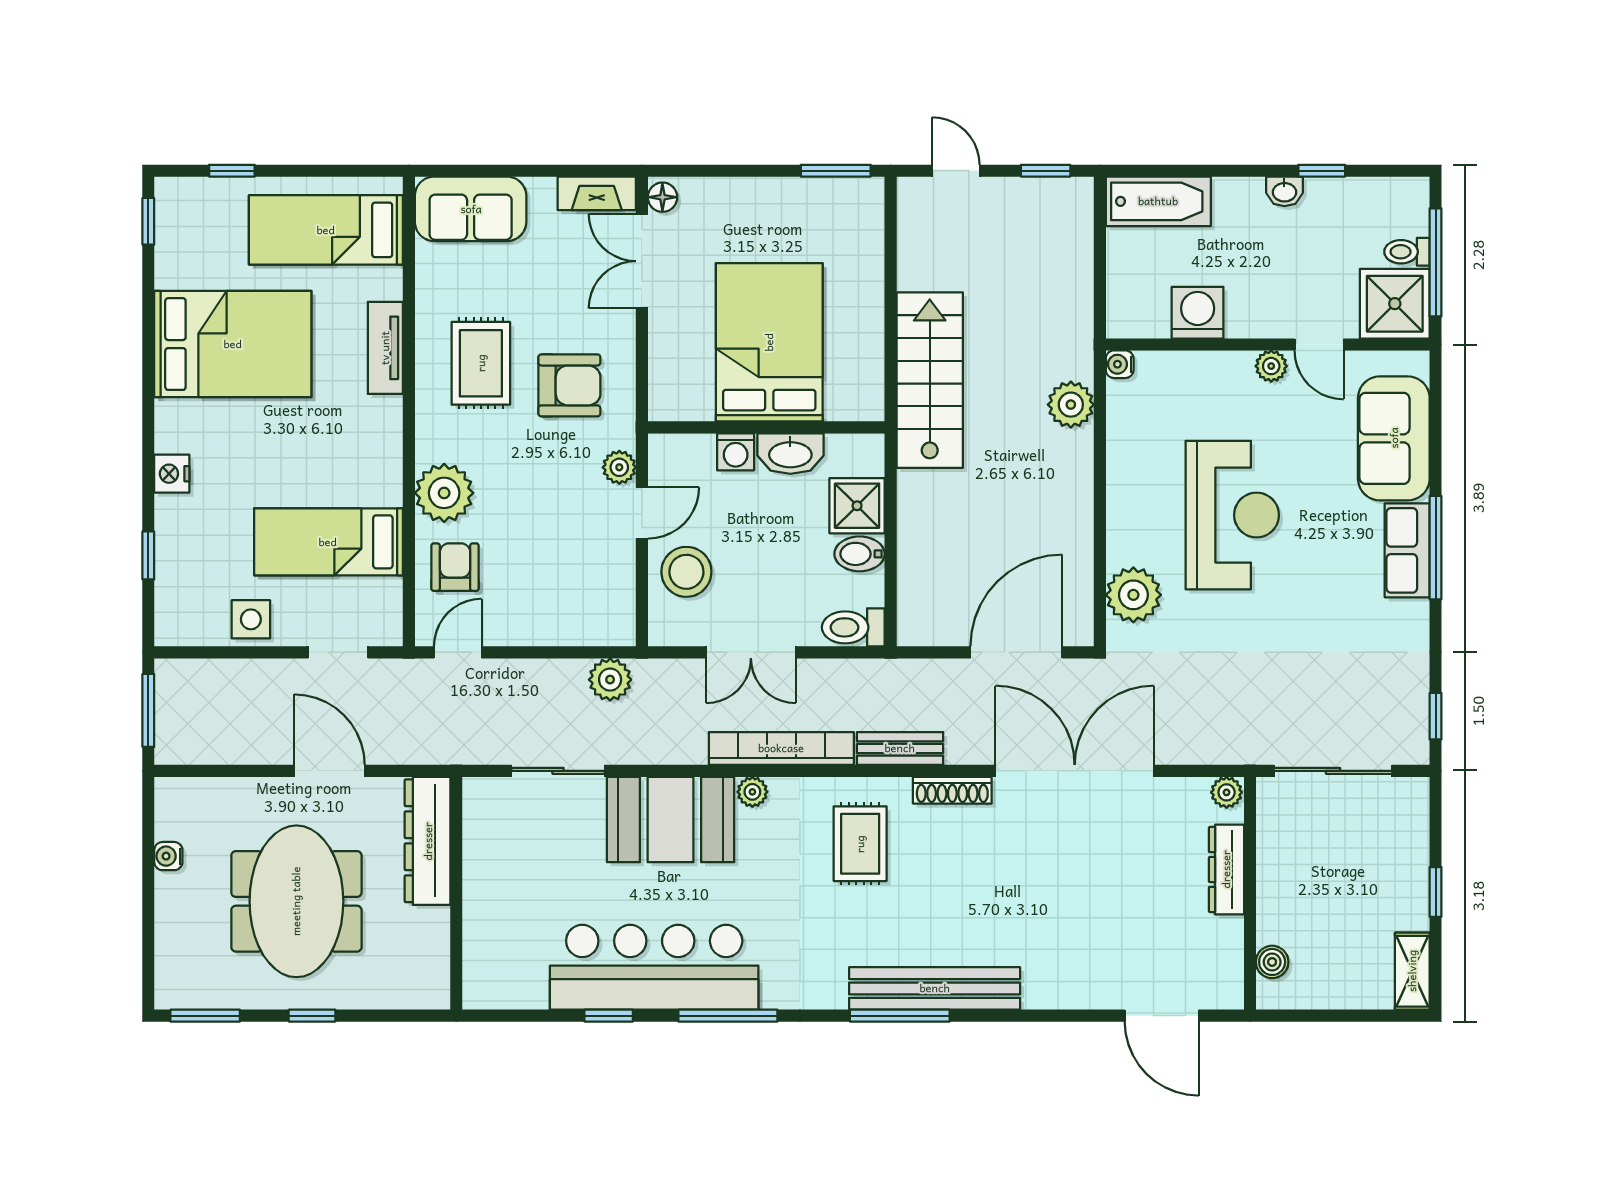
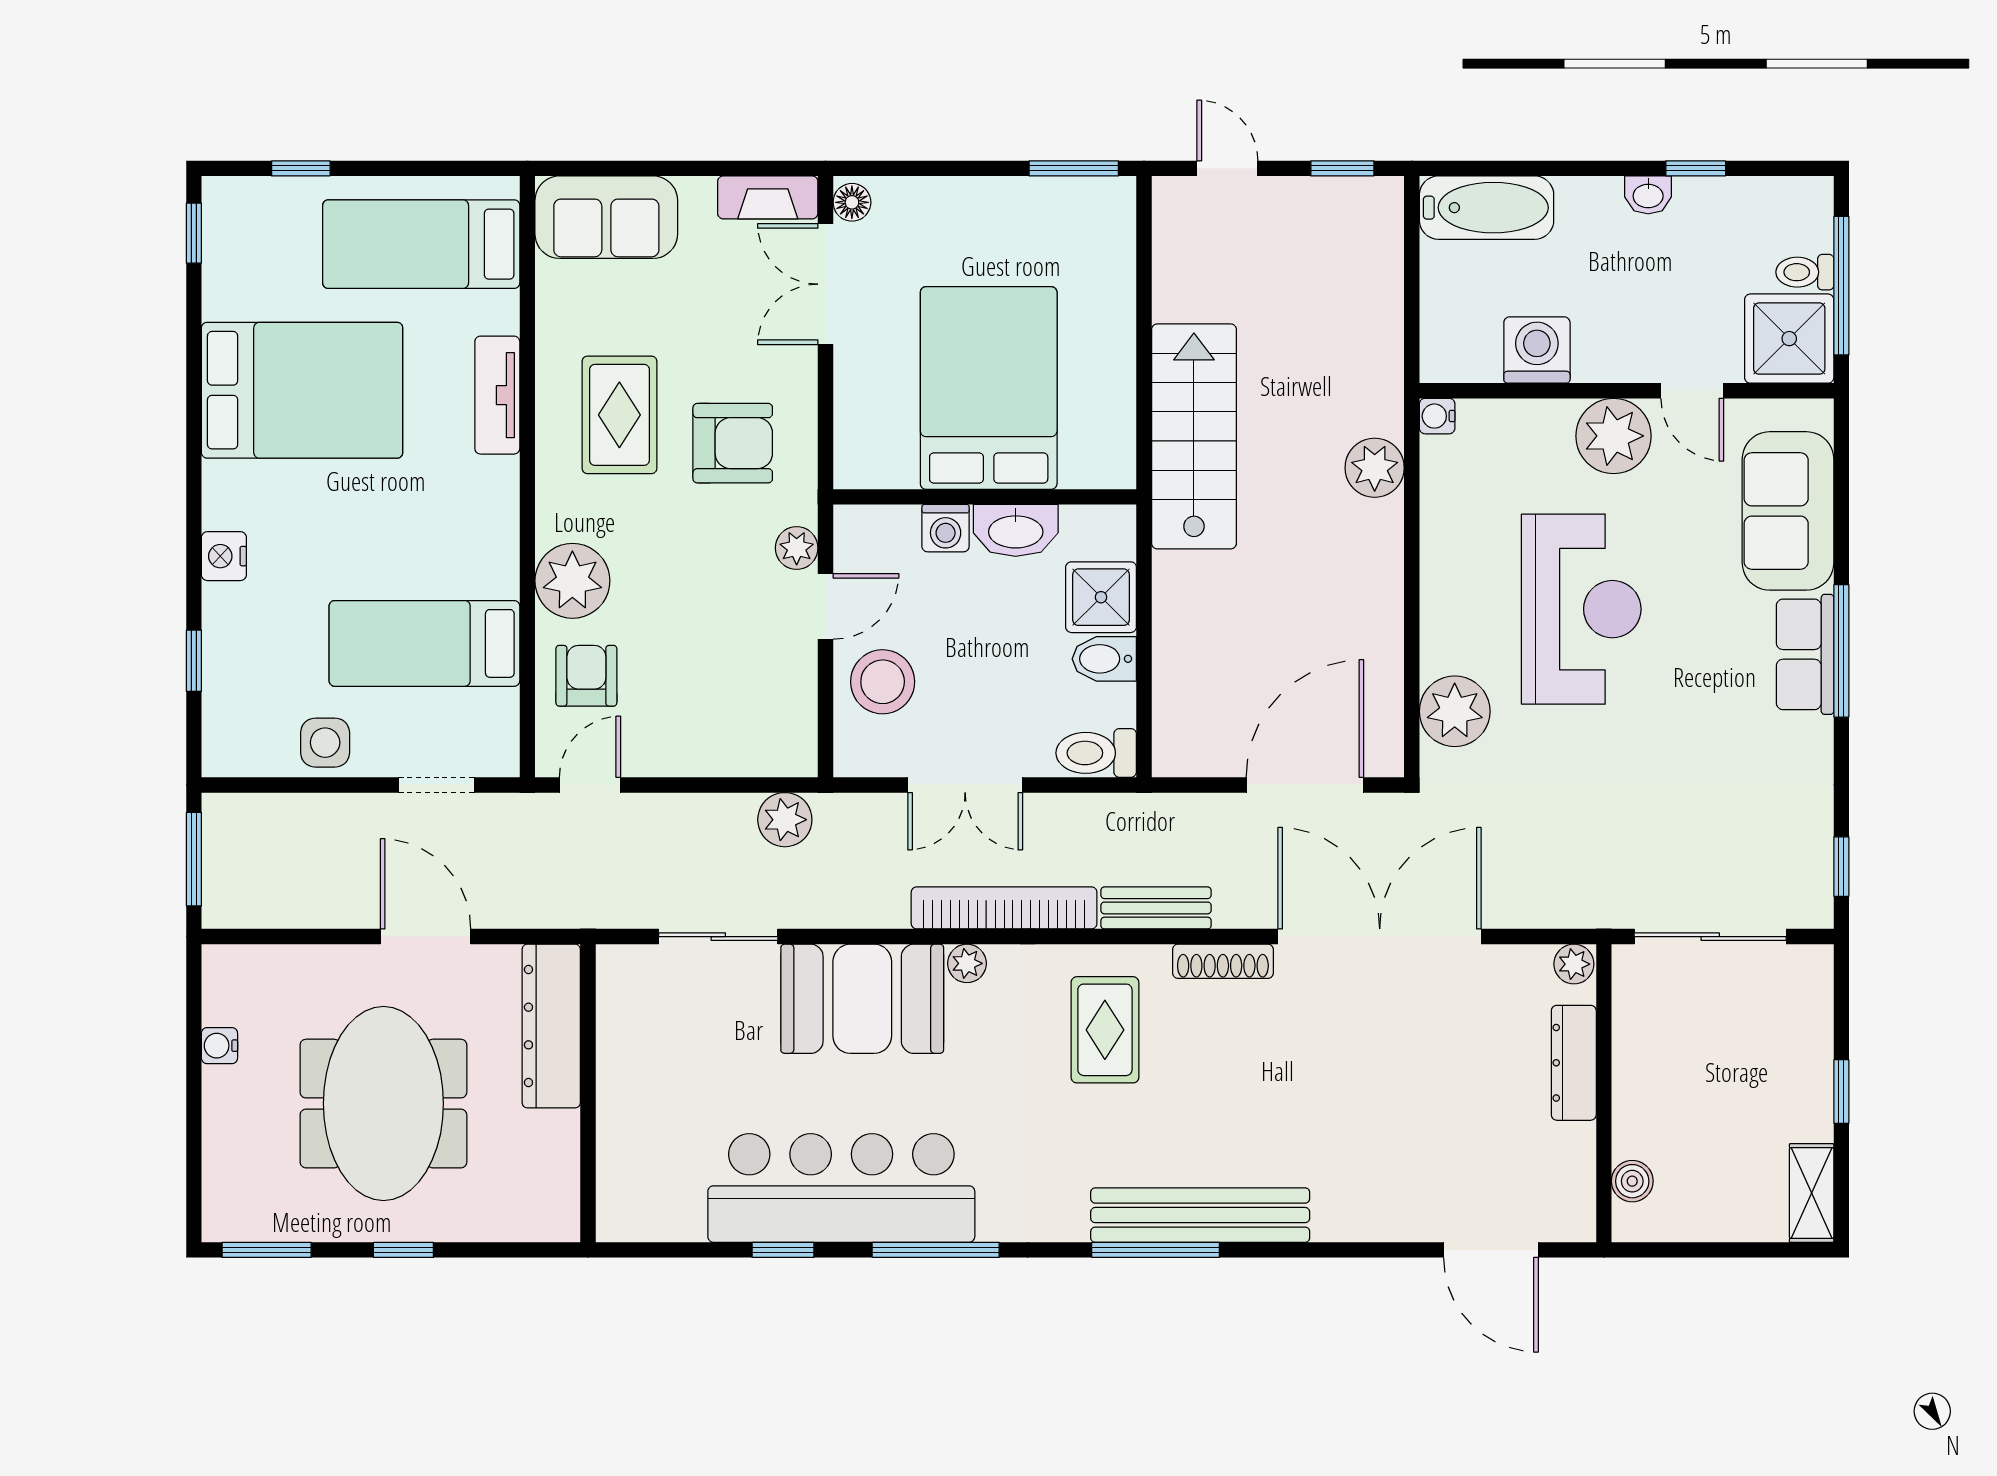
plant: (1271, 366) -> (1613, 436), width x1.87, depth x1.87

